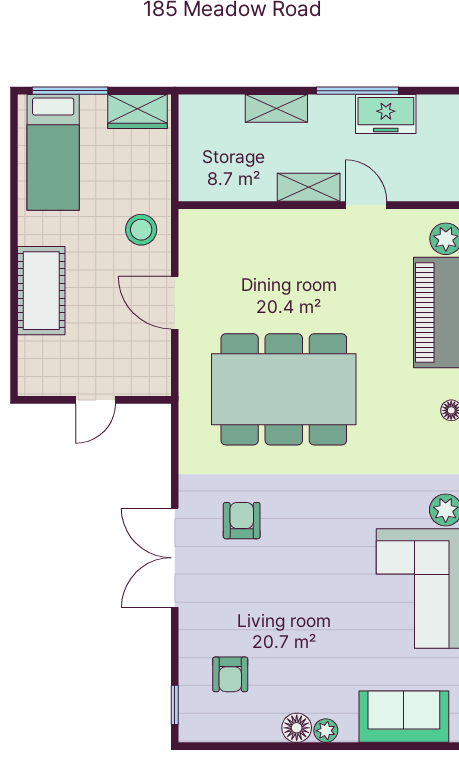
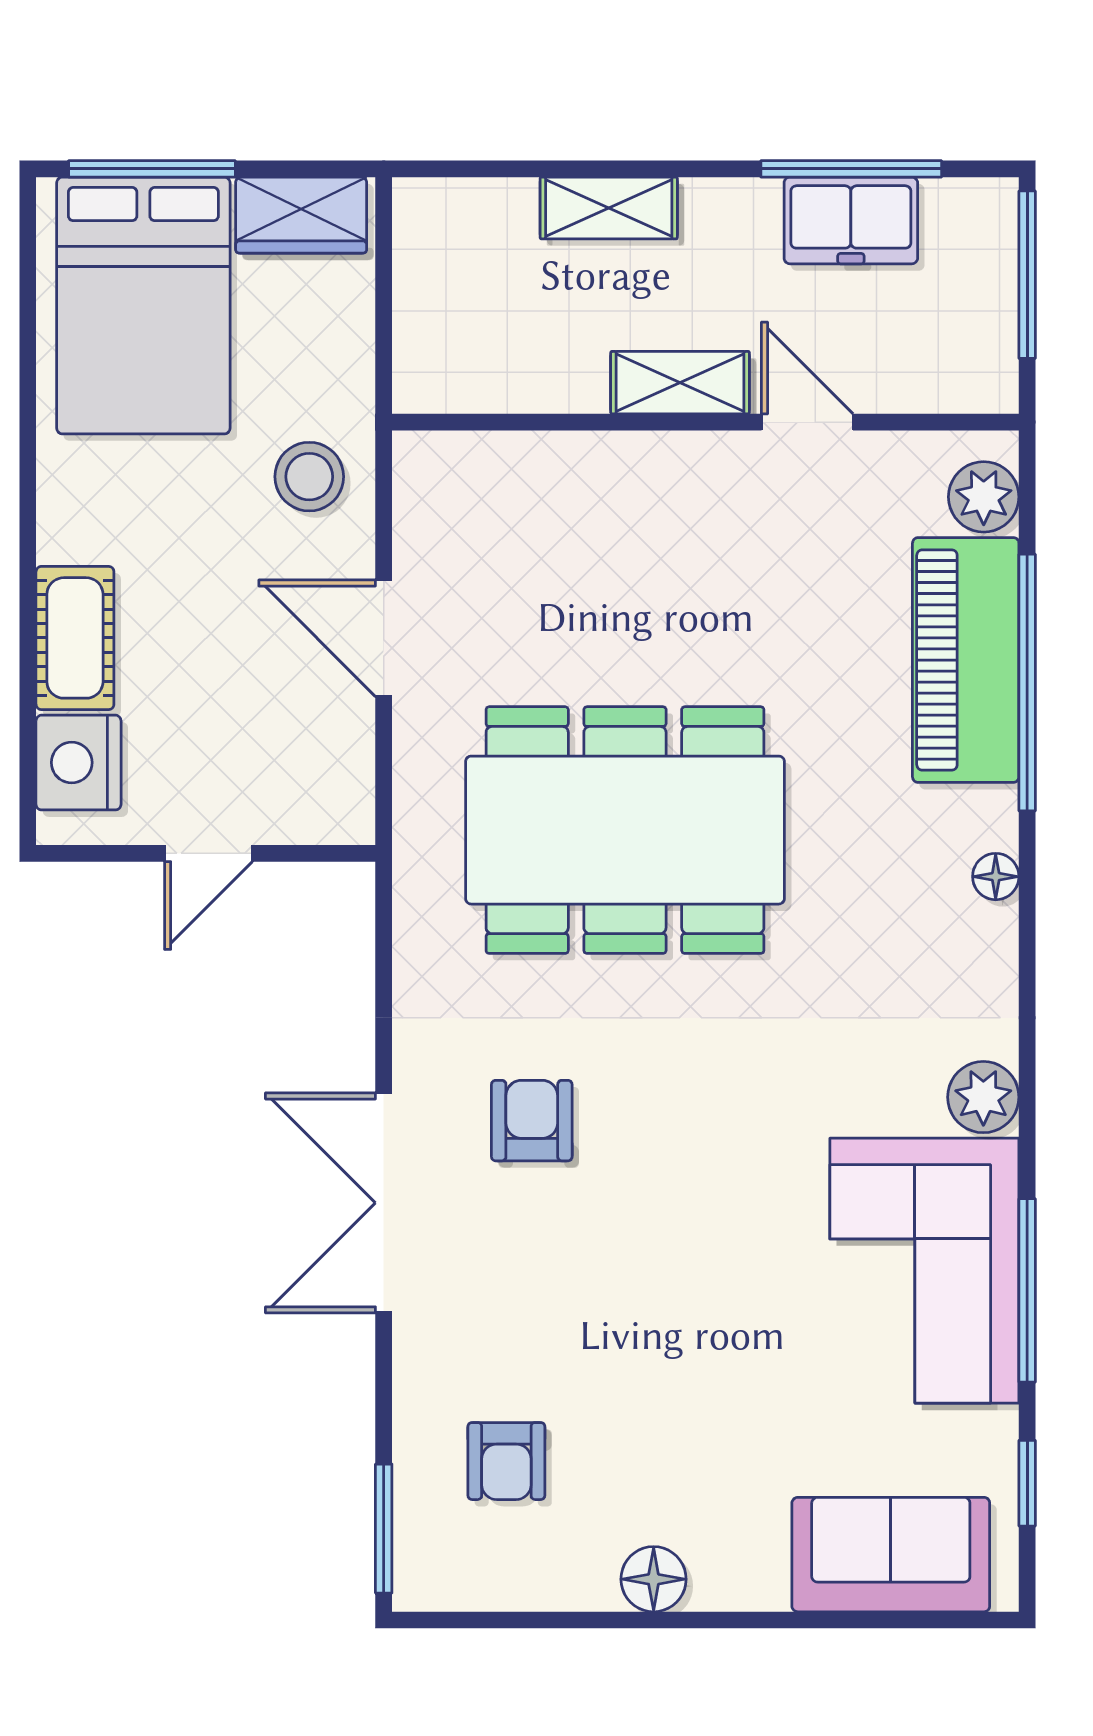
window: (358, 91) -> (851, 169), moved
bed: (53, 152) -> (143, 305), width x1.50
cot: (41, 291) -> (75, 638), width x0.73, depth x0.75
nightstand: (37, 359) -> (78, 763), added
window: (175, 705) -> (384, 1529), width x1.50
plant: (326, 731) -> (718, 1585), removed

